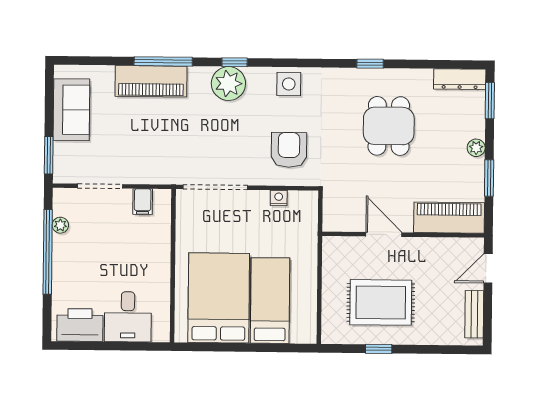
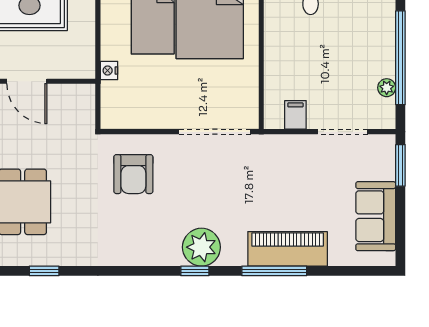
side table: (289, 84) -> (134, 247), removed
nightstand: (279, 198) -> (109, 70), moved, turned 90

